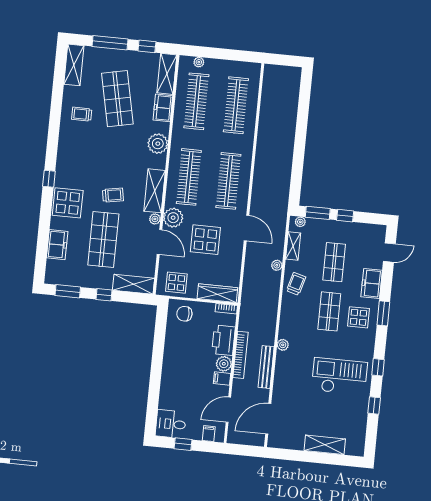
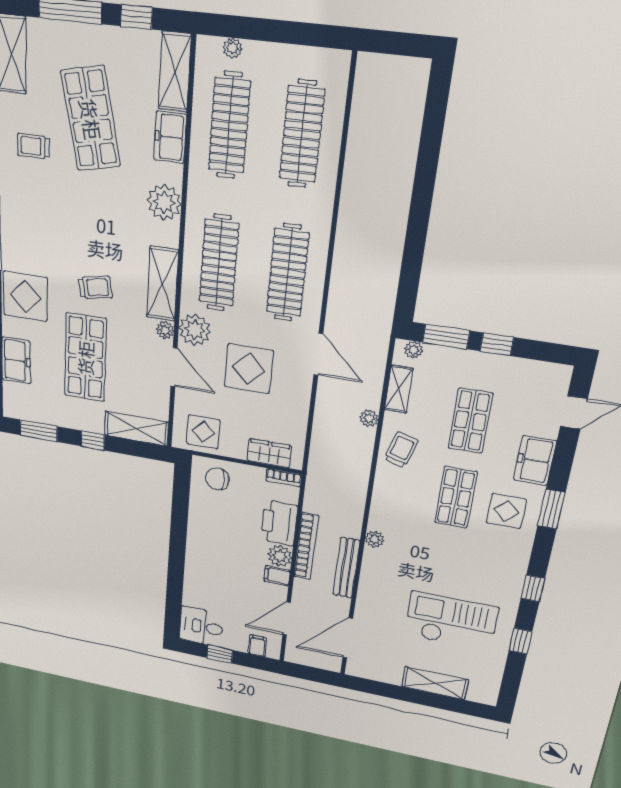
wardrobe: (217, 293) -> (269, 453), width x0.67
checkout: (339, 376) -> (451, 621), moved

